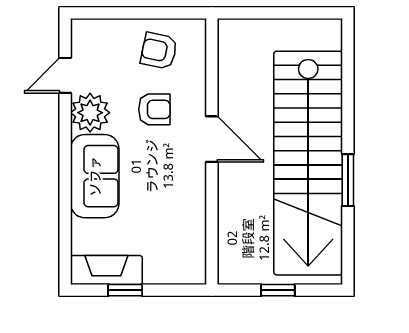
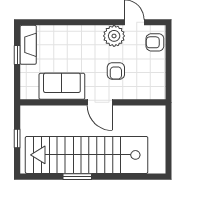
armchair: (159, 51) -> (155, 42), moved, turned -102
door: (212, 139) -> (100, 102), hinge flipped
sofa: (95, 176) -> (62, 86), moved, turned 180

